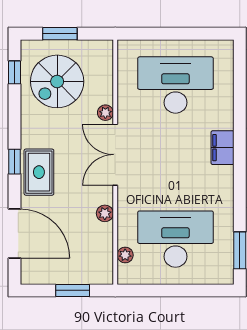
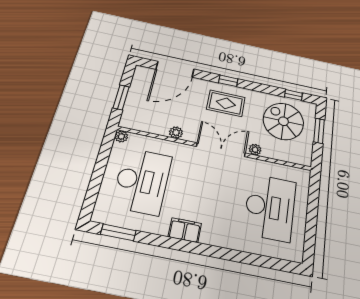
filing cabinet: (222, 148) -> (185, 230), moved
rug: (39, 172) -> (226, 103), moved
plant: (125, 255) -> (121, 136), moved

